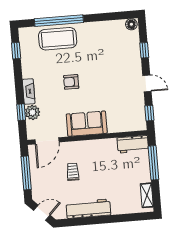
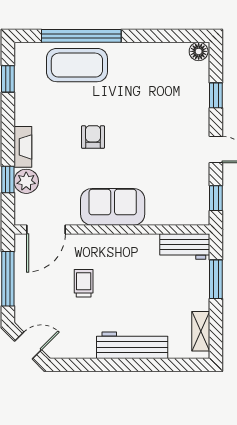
armchair: (71, 82) -> (93, 137), turned 90
window: (153, 163) -> (216, 279), width x0.69
workbench: (88, 209) -> (132, 345), moved

